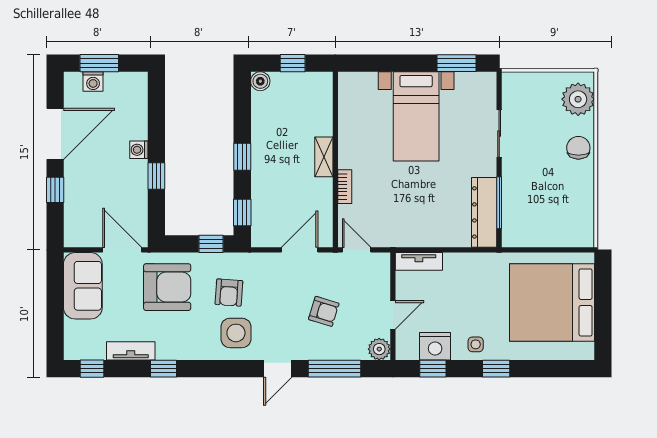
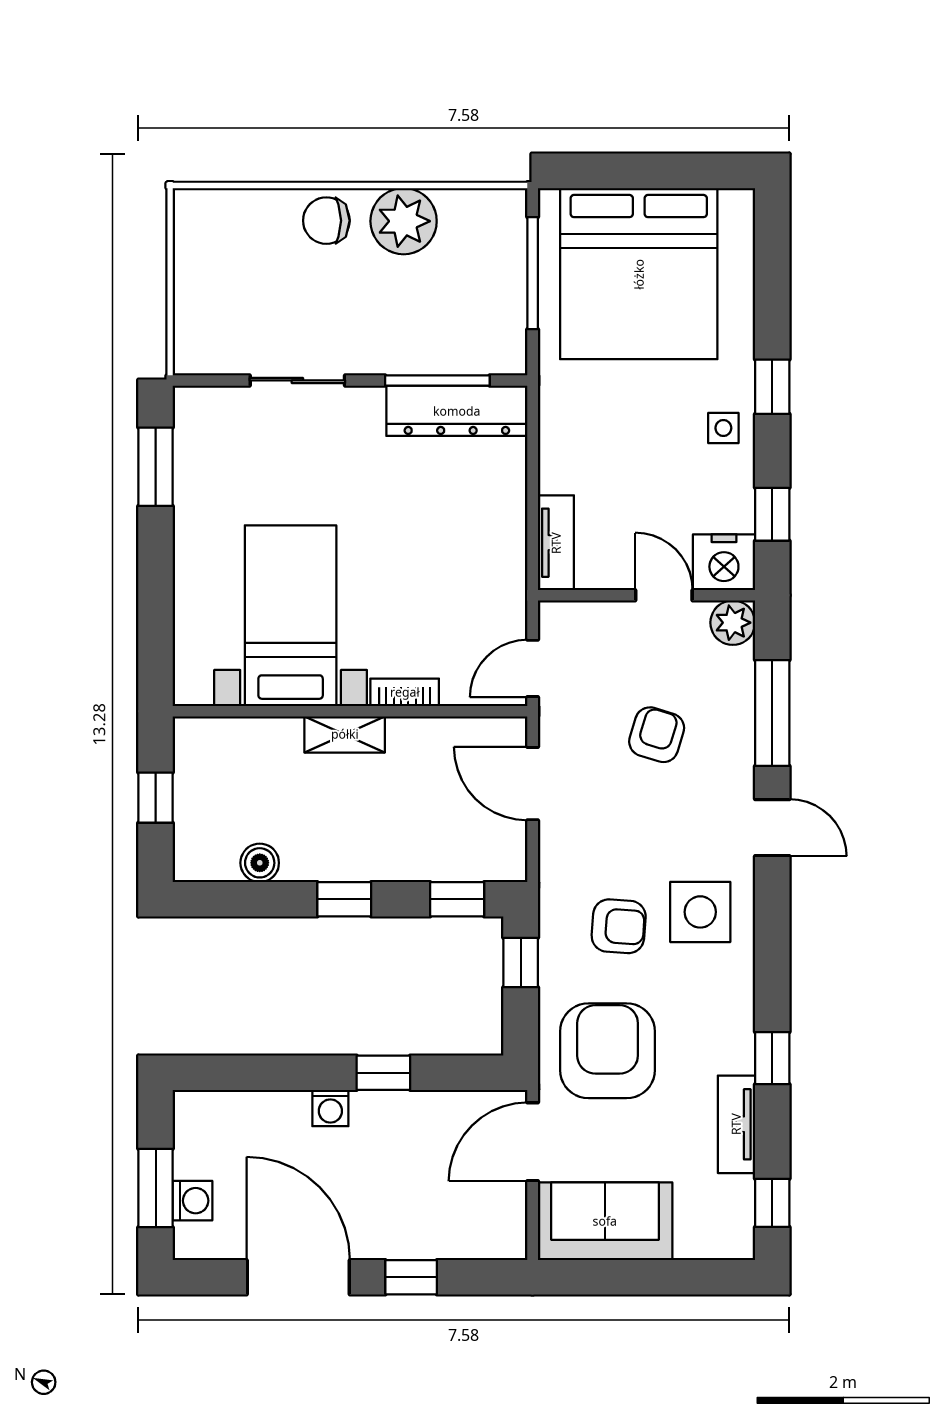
boiler: (260, 81) -> (260, 863), moved
plant: (578, 99) -> (404, 221), moved
bed with nightstands: (416, 116) -> (291, 616), moved, turned -90
window: (552, 250) -> (533, 273), added
nightstand: (435, 346) -> (724, 562), moved, turned 90

